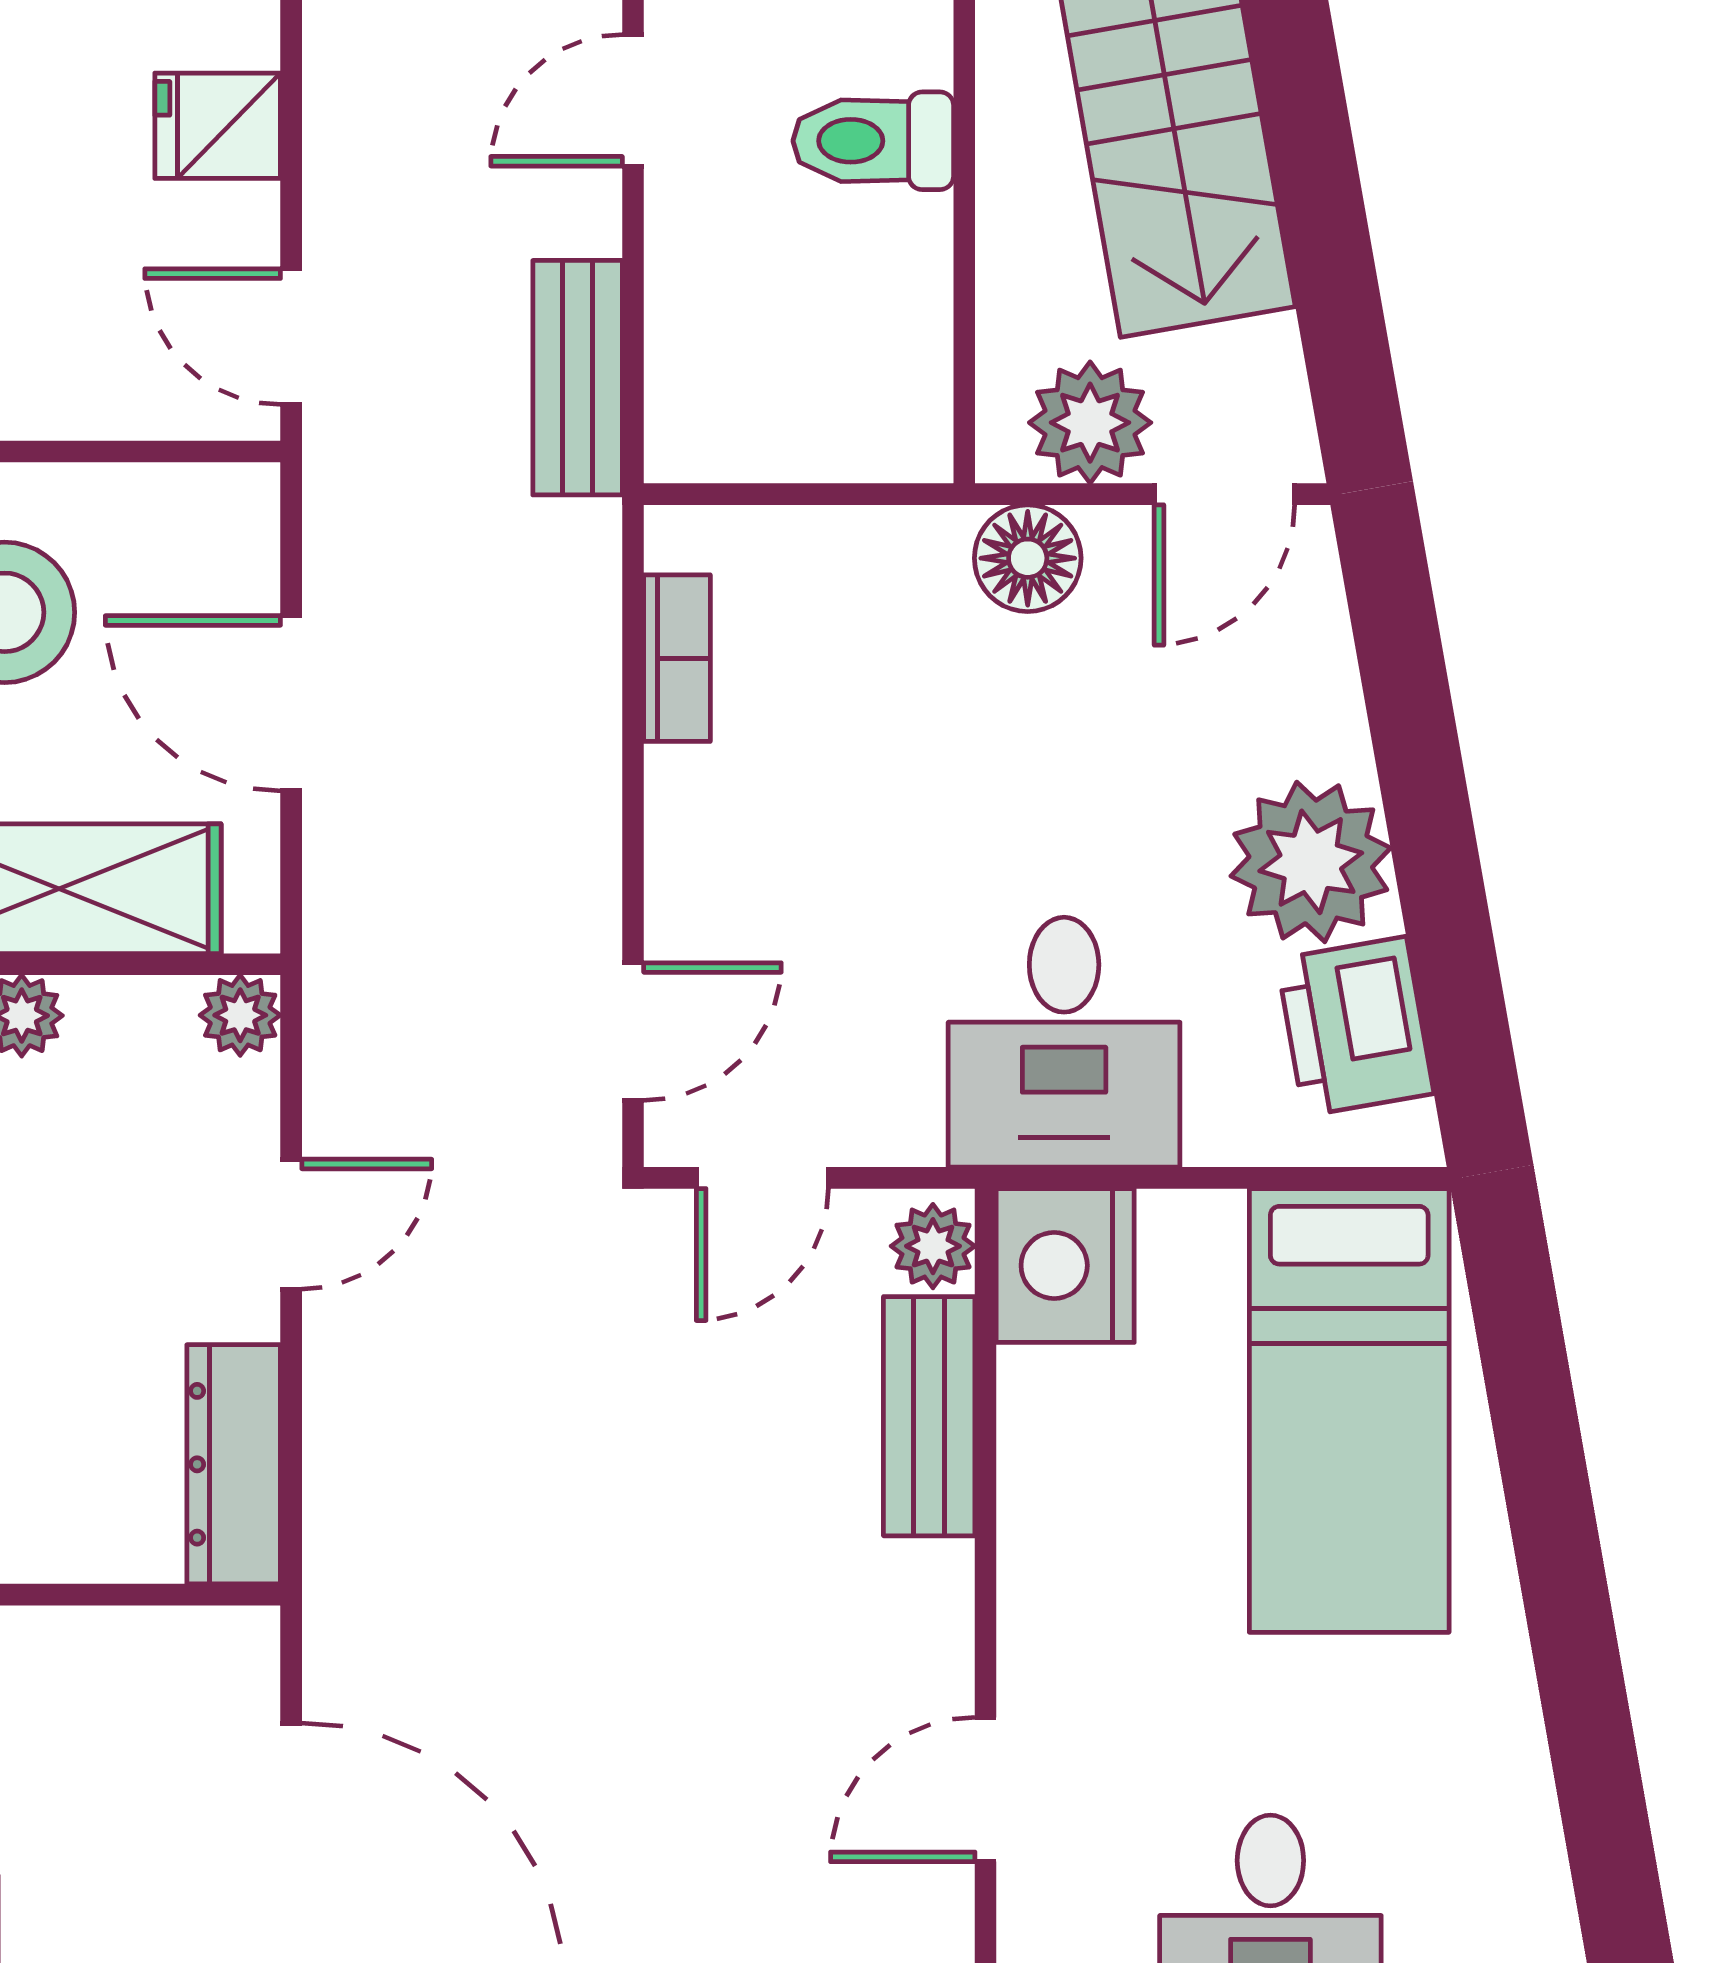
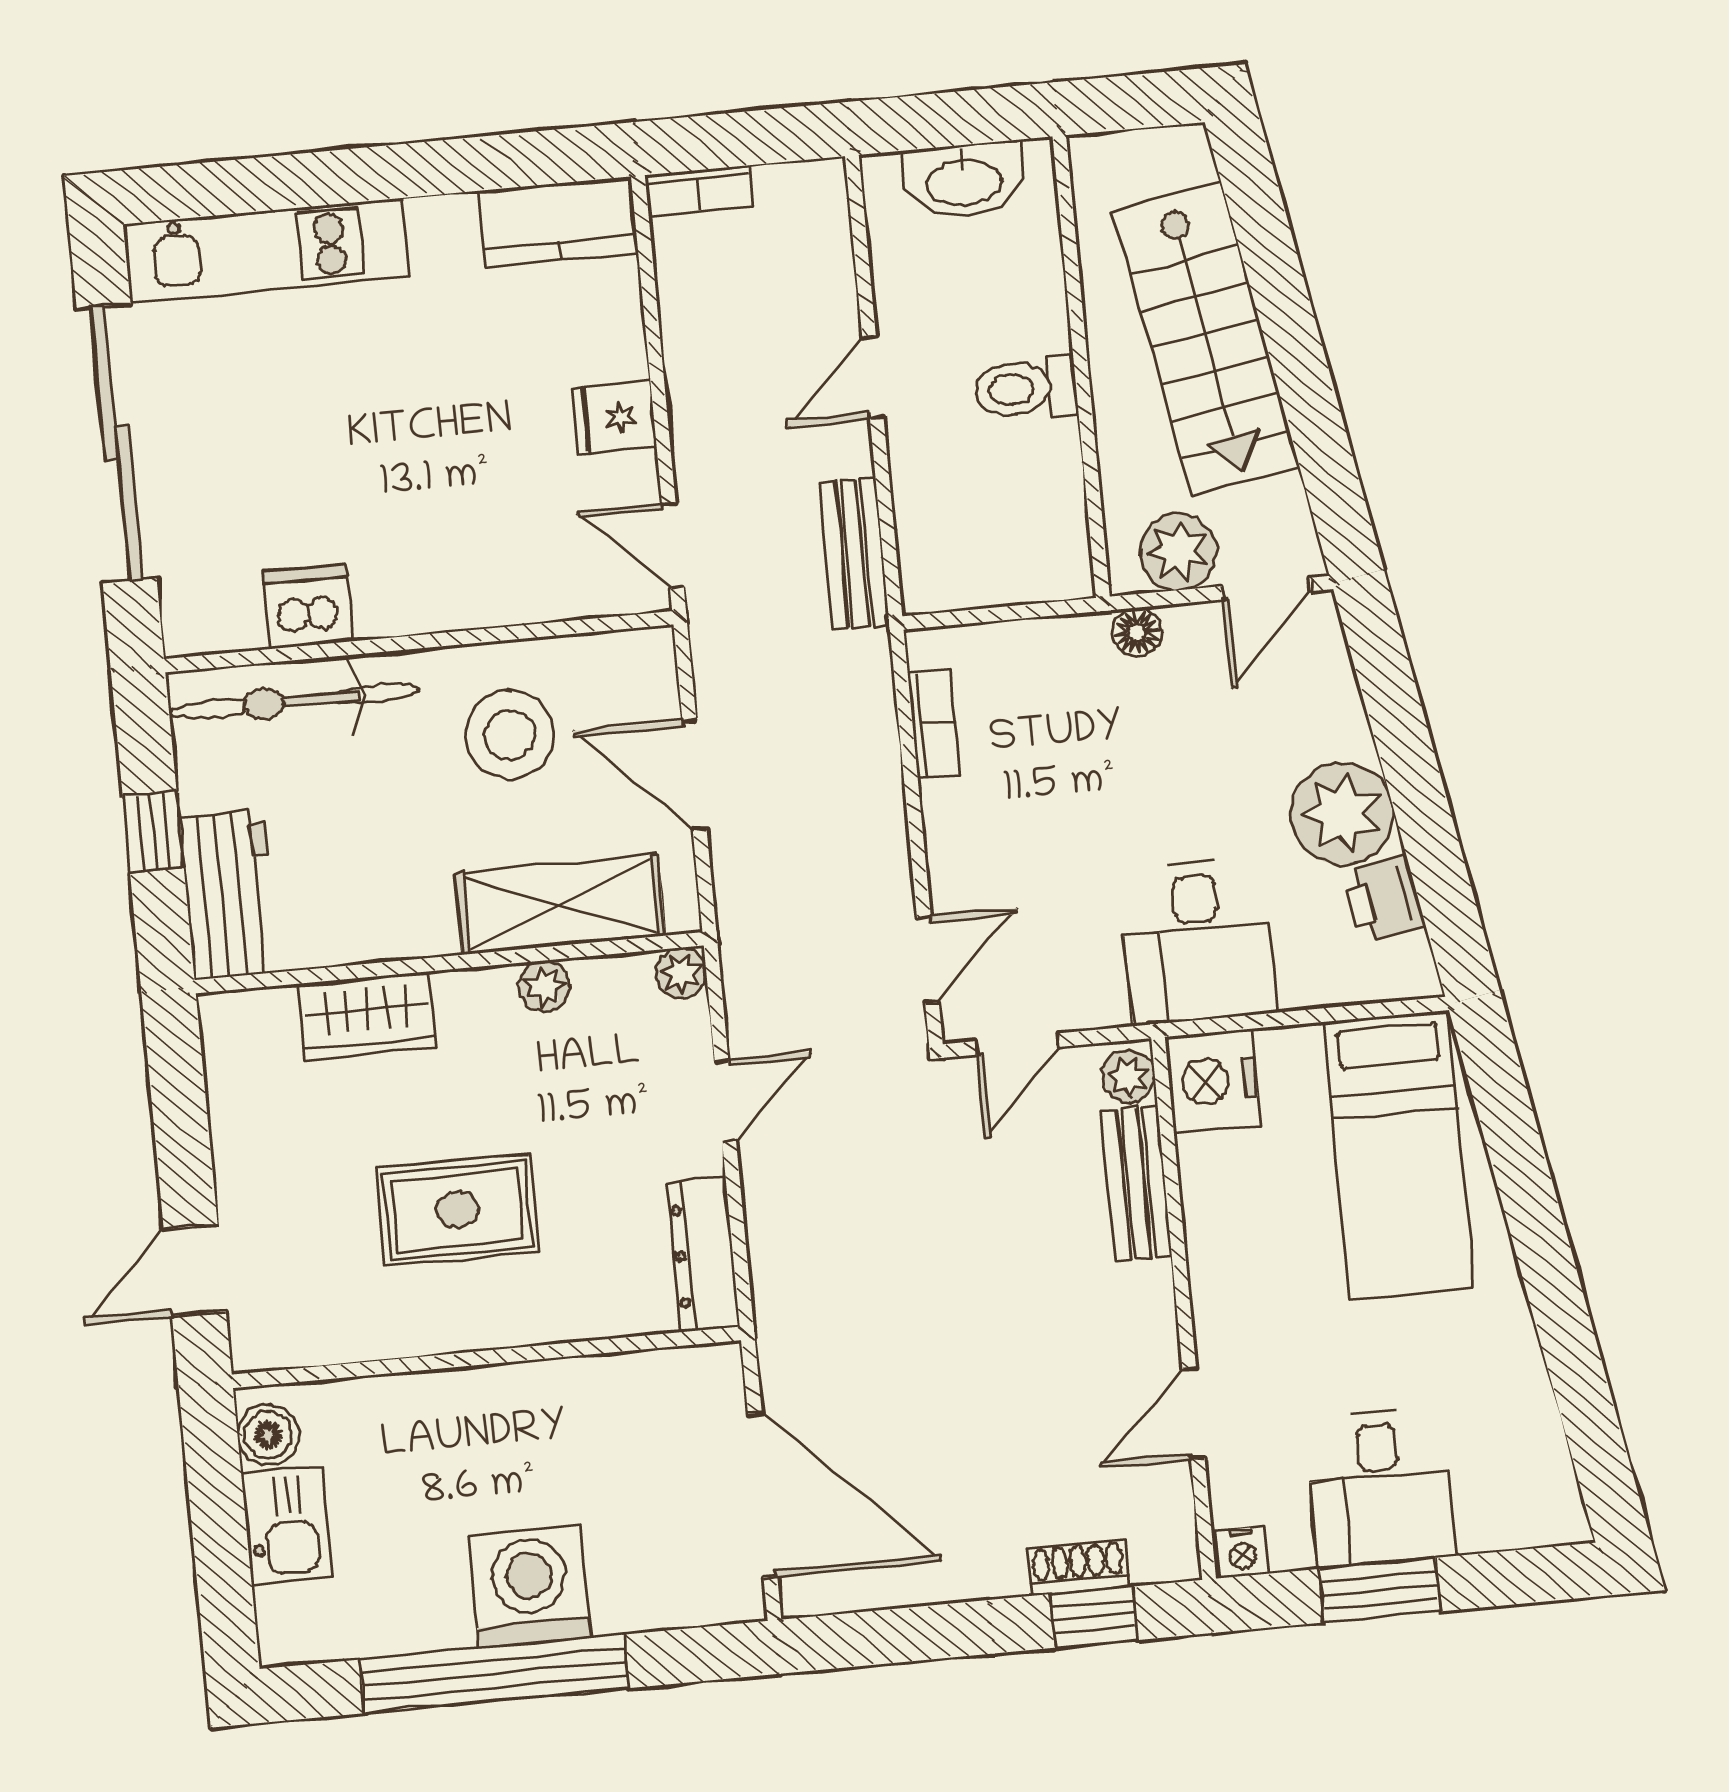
floor lamp: (1028, 558) -> (1137, 632), width x0.73, depth x0.73
printer: (1355, 1026) -> (1384, 899), width x0.73, depth x0.81

